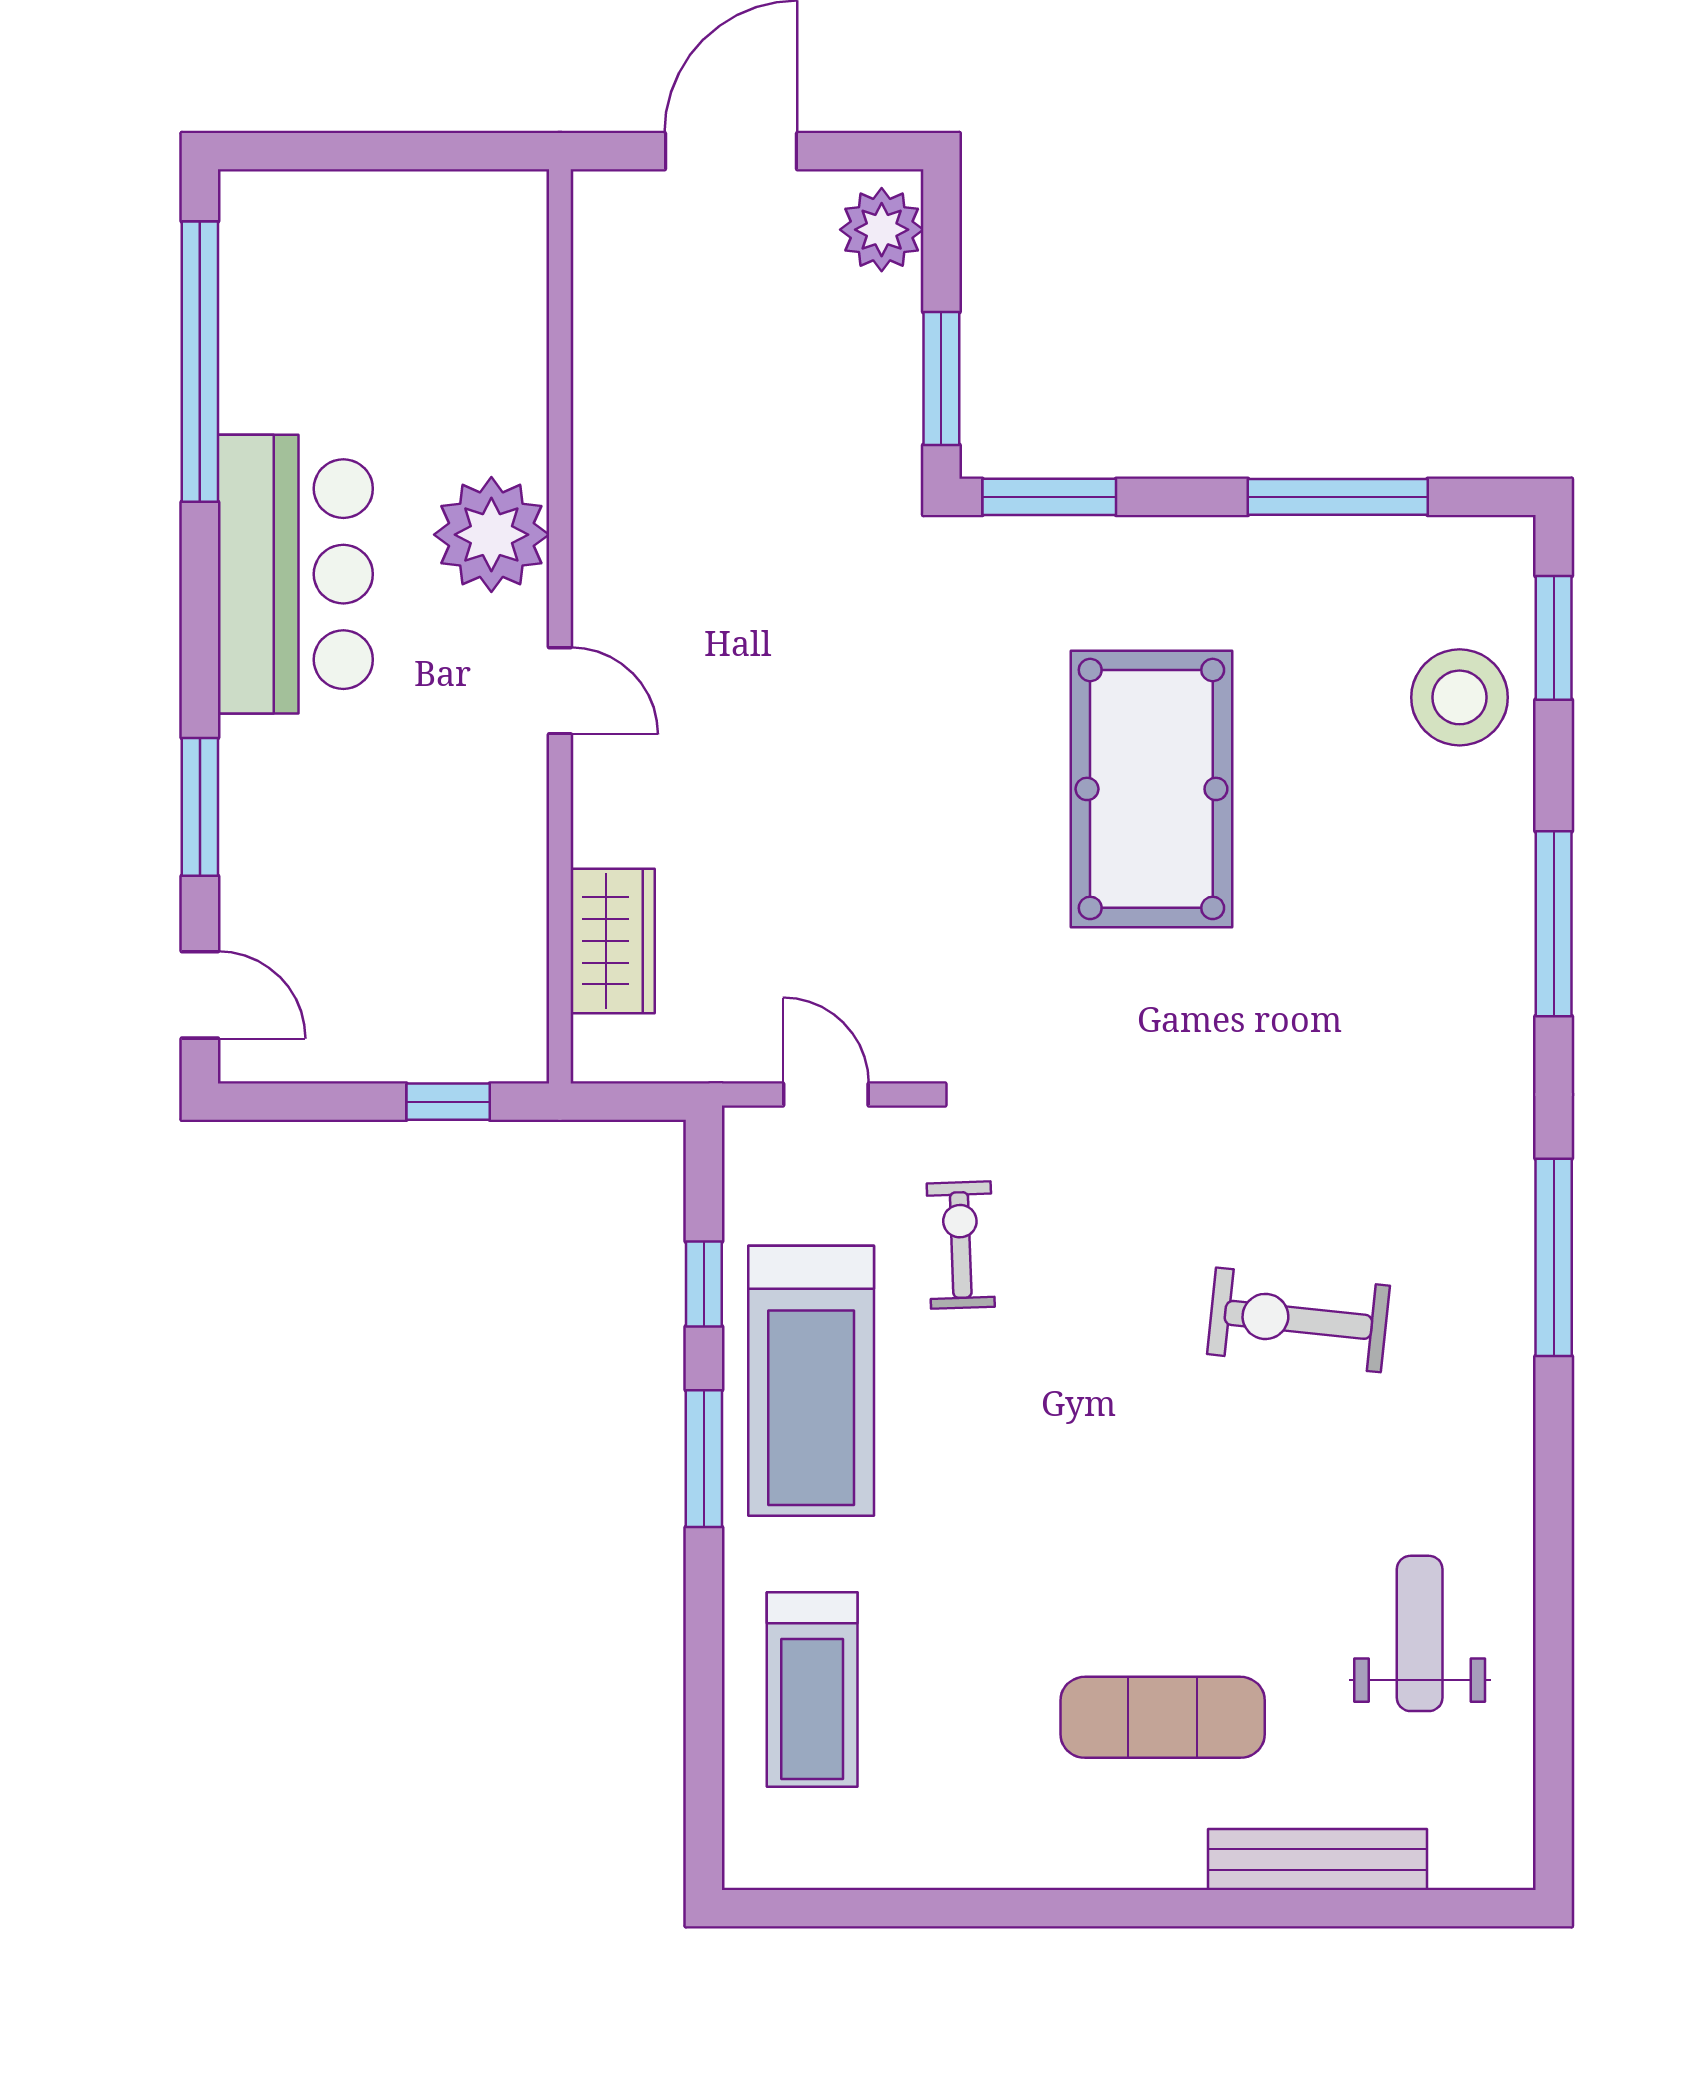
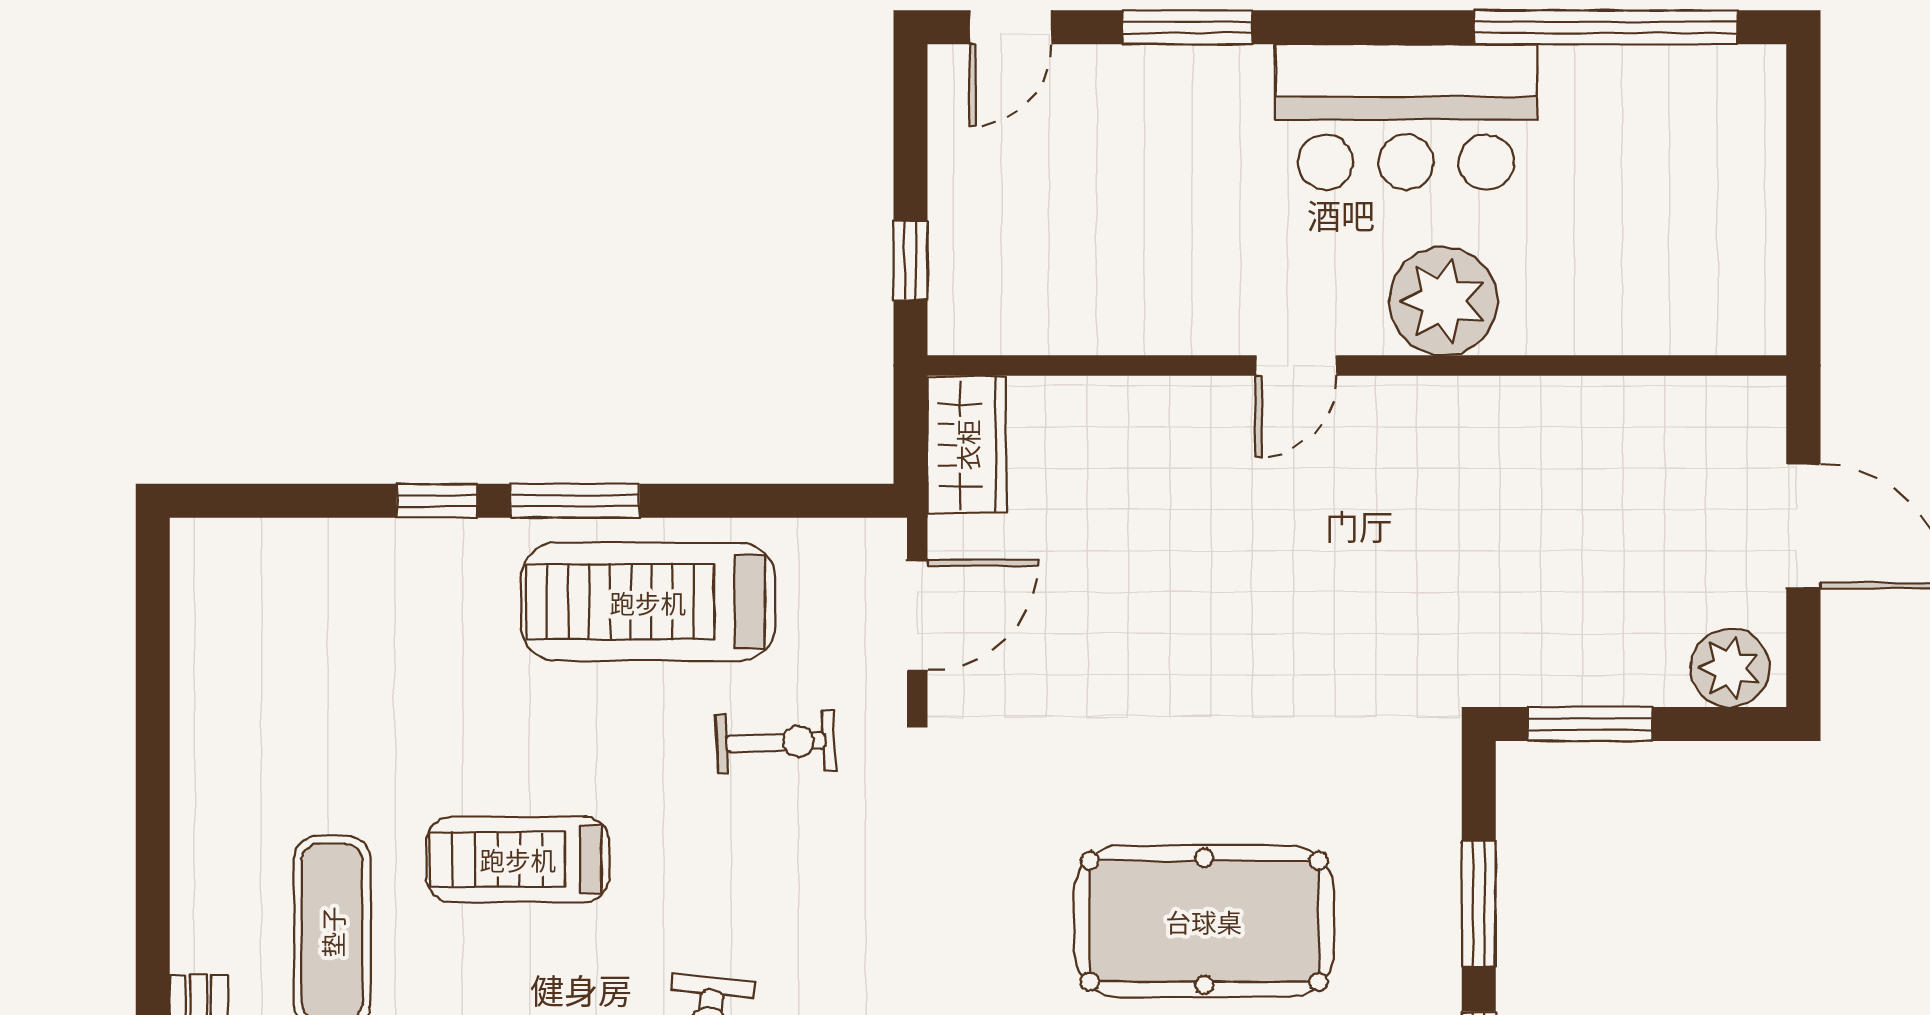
window: (1049, 497) -> (1479, 904), moved
wardrobe: (613, 941) -> (967, 445), moved, turned -90
door: (826, 1094) -> (917, 615), width x1.38
window: (704, 1284) -> (437, 501), moved
treadmill: (812, 1690) -> (518, 859), moved

